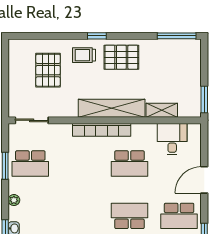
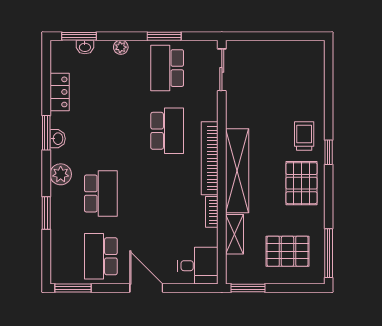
pallet: (48, 70) -> (288, 251), moved
bookcase: (144, 128) -> (212, 212), added
desk: (172, 139) -> (198, 266), moved
school desk: (130, 163) -> (167, 131), moved, turned 180

